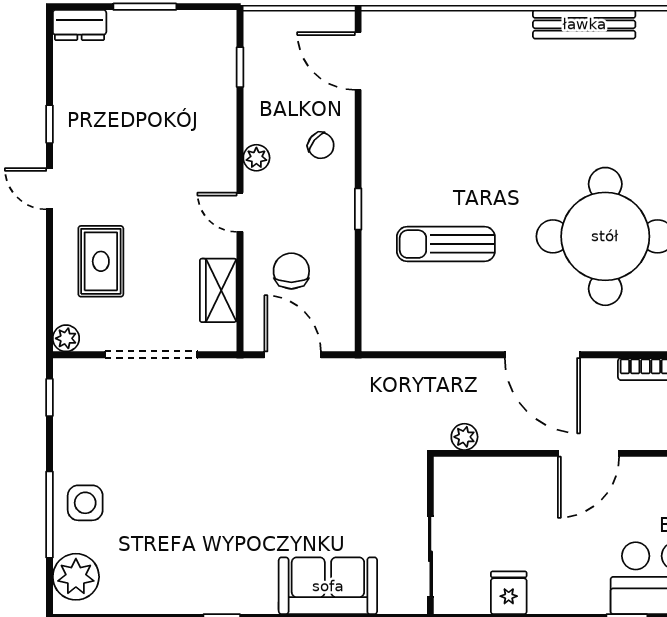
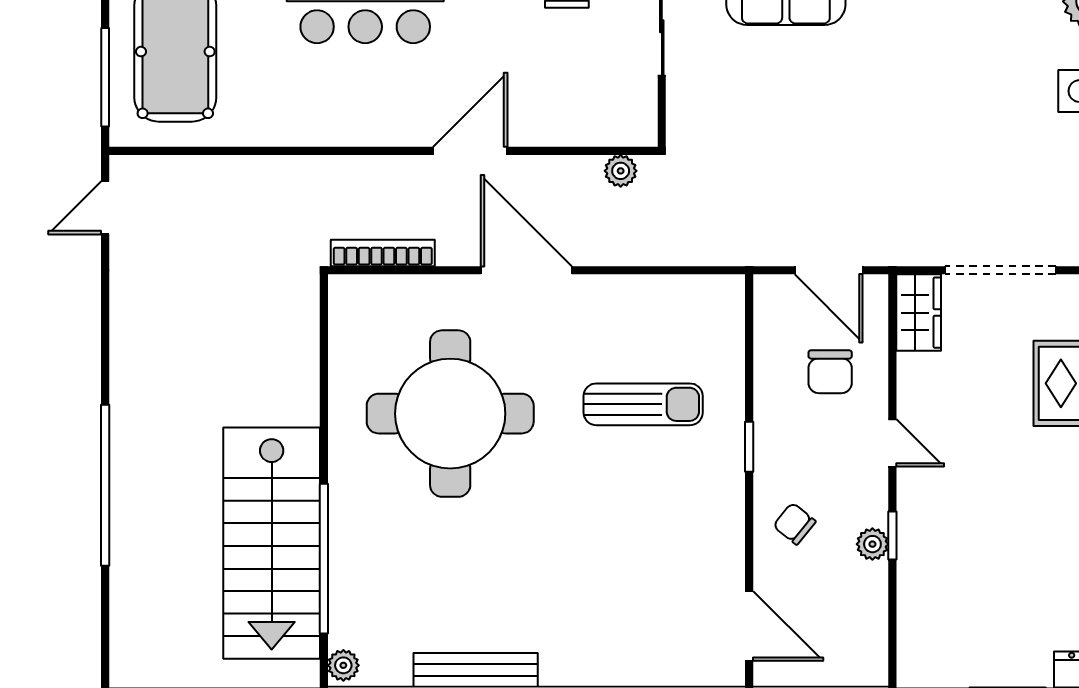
window: (240, 67) -> (892, 535), moved
plant: (256, 158) -> (872, 544), moved
wardrobe: (218, 290) -> (919, 313), moved

